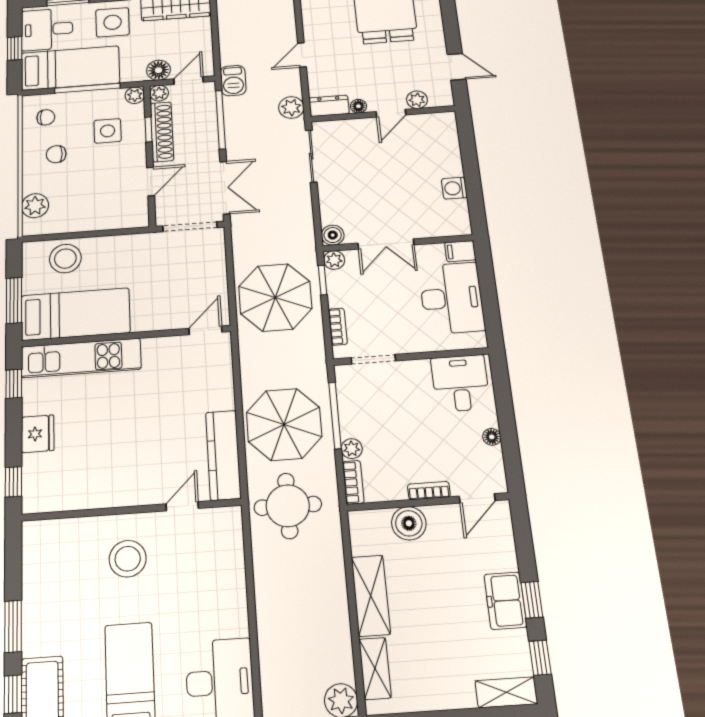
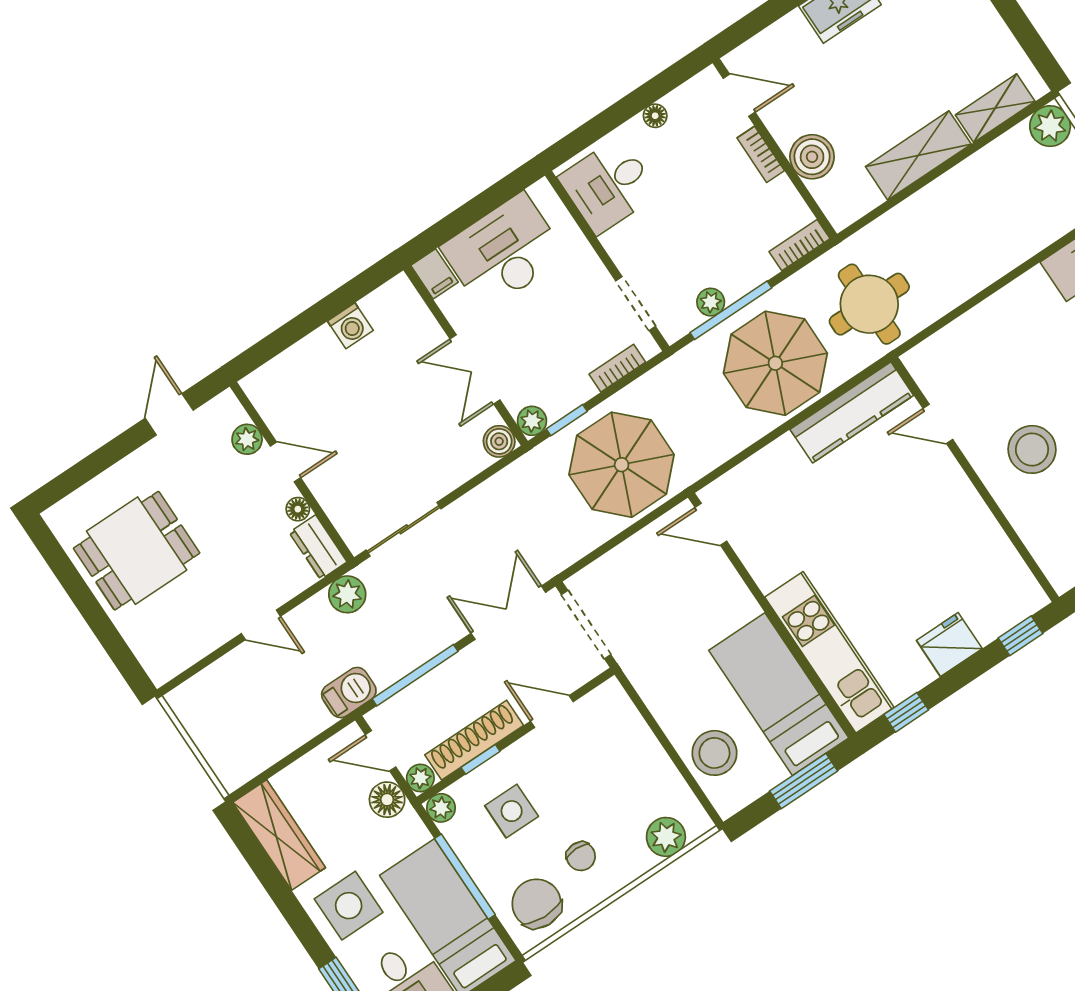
chair: (46, 117) -> (537, 904), width x1.87, depth x1.87
double door: (386, 244) -> (475, 369), swing flipped
plant: (352, 449) -> (711, 302), moved

